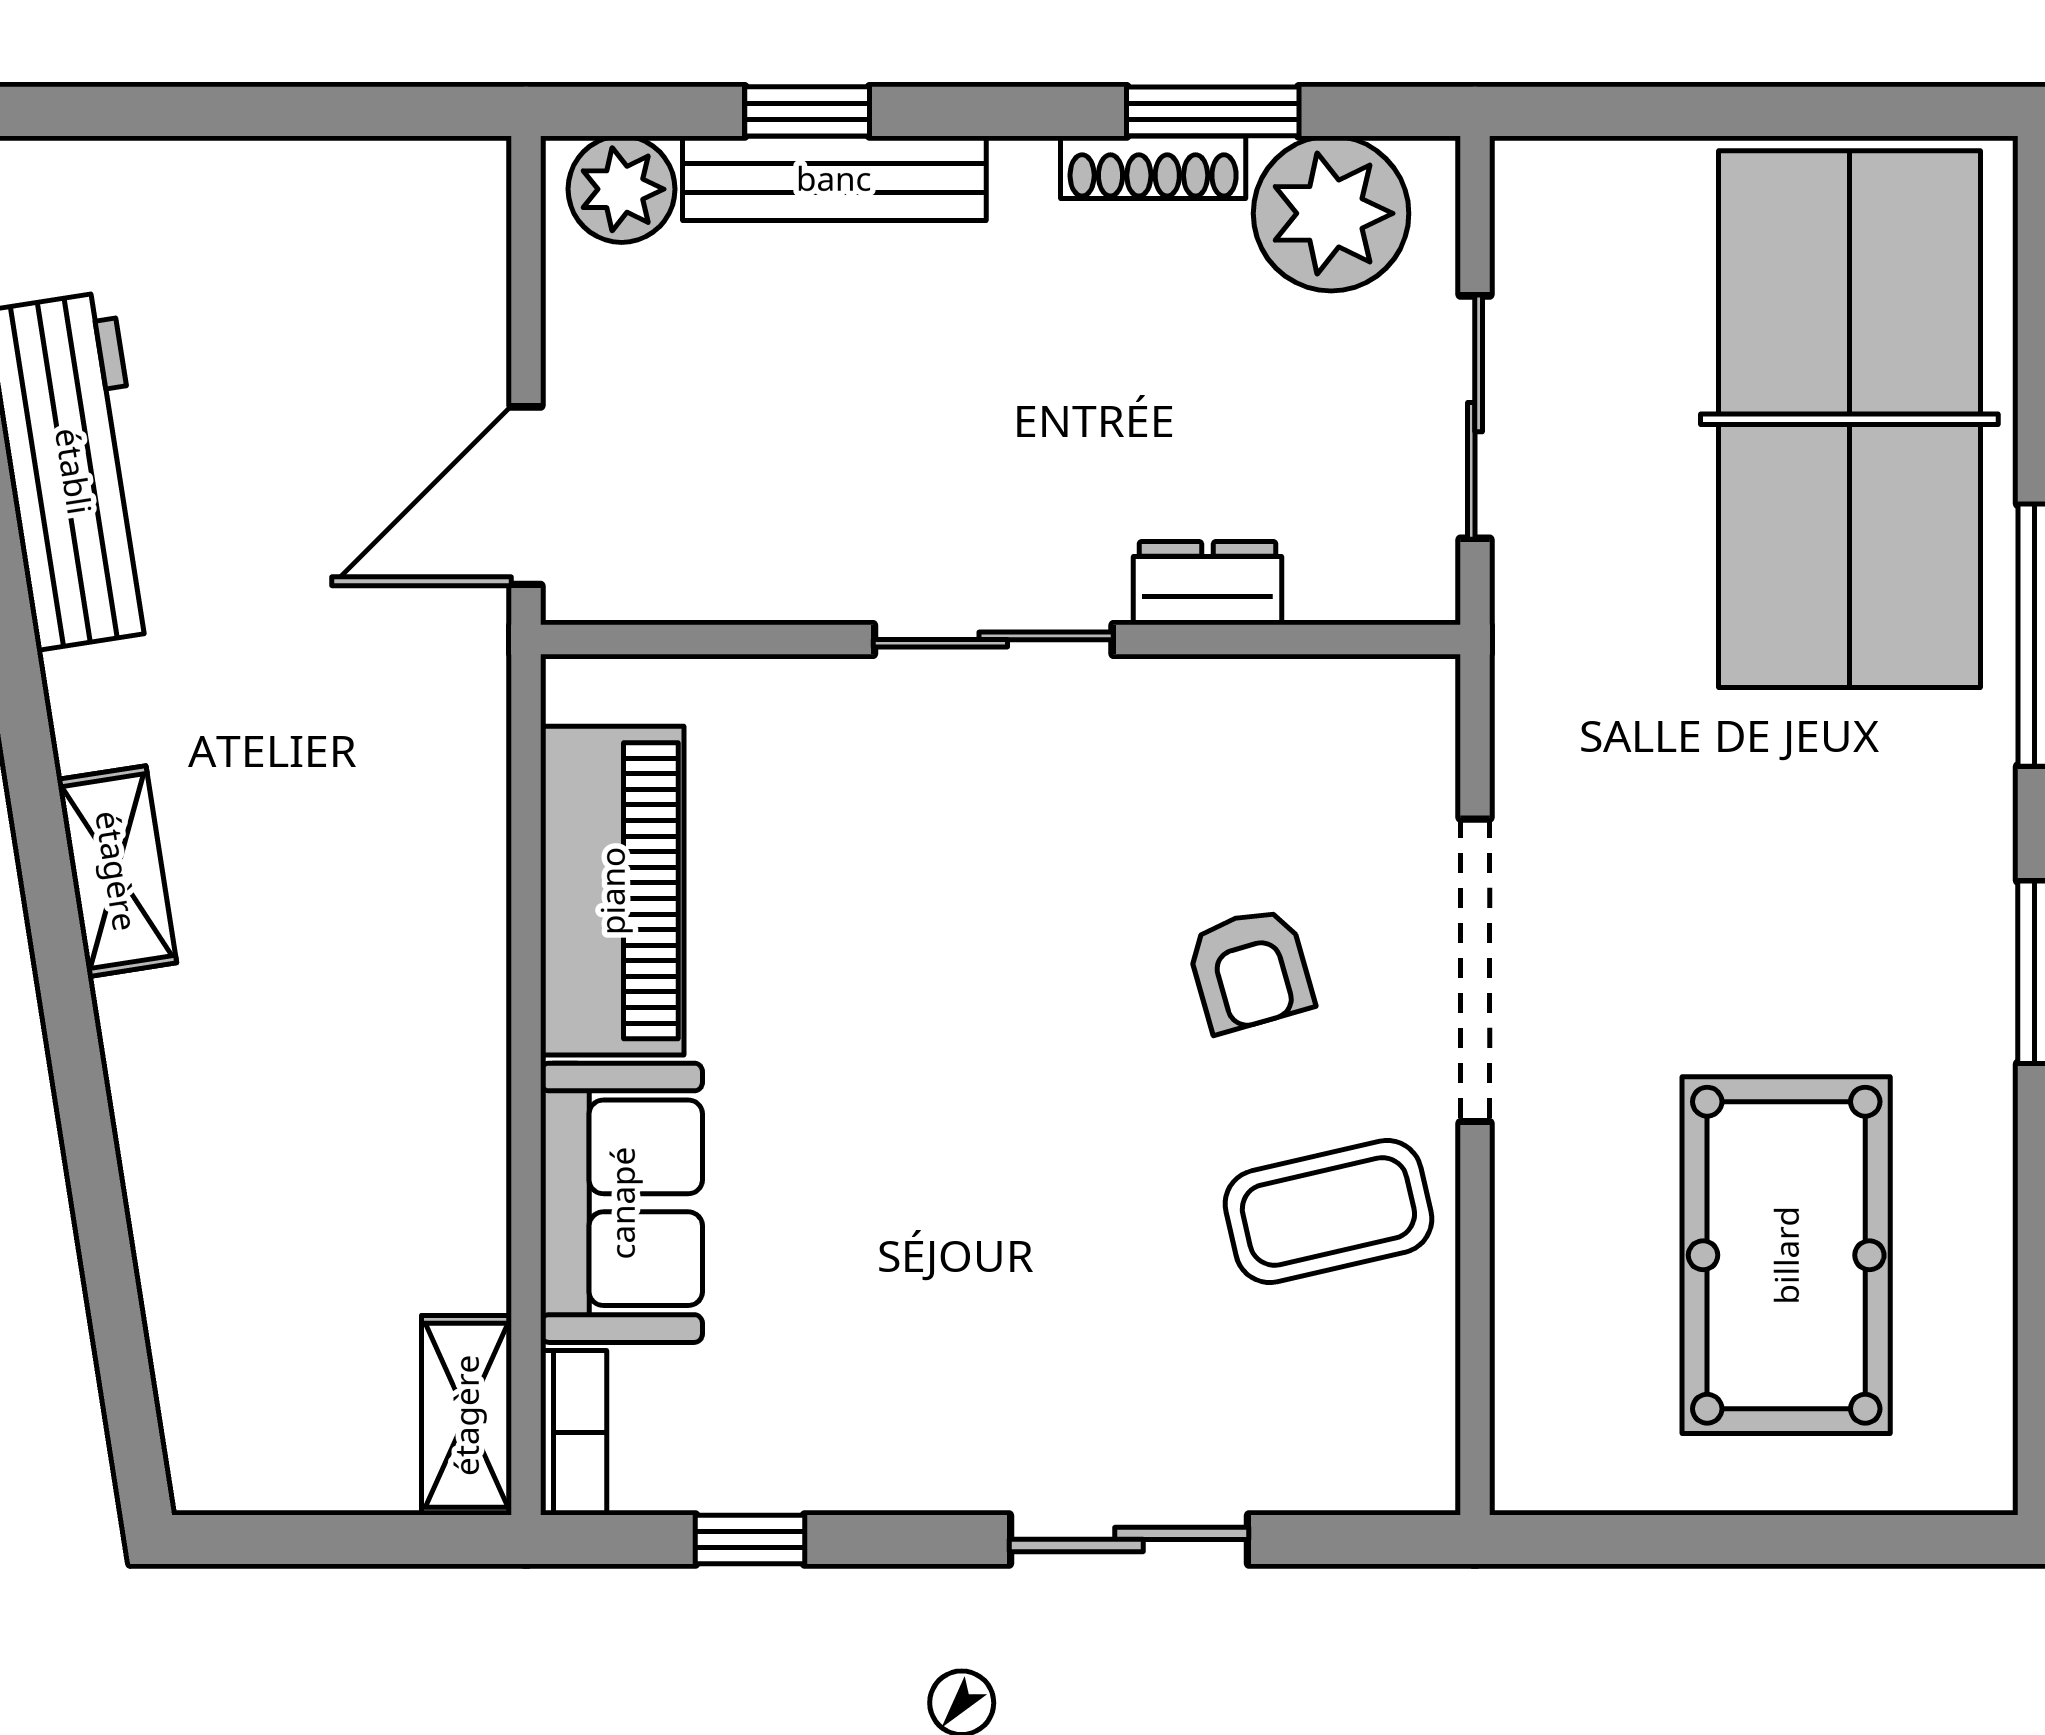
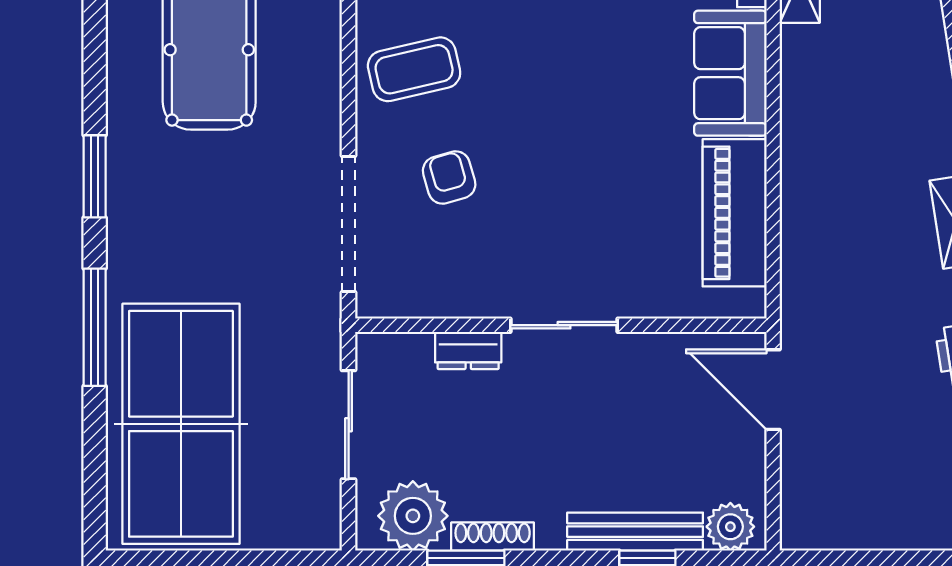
door: (526, 496) -> (773, 390), swing flipped
doorway: (1475, 970) -> (349, 224), moved

